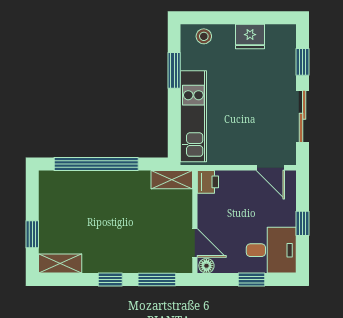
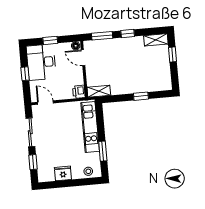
window: (96, 164) -> (141, 96), width x0.32
desk: (271, 250) -> (41, 62), width x1.37

